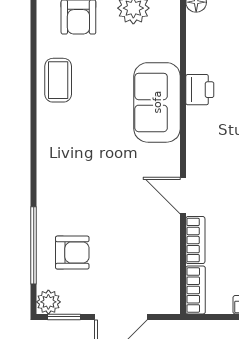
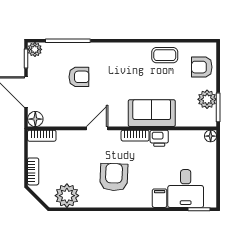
bookcase: (195, 240) -> (135, 136), moved
armchair: (72, 253) -> (79, 77), moved, turned -90
floor lamp: (167, 301) -> (35, 119), added

